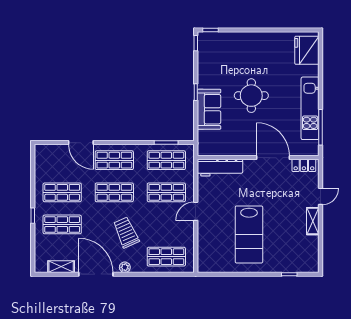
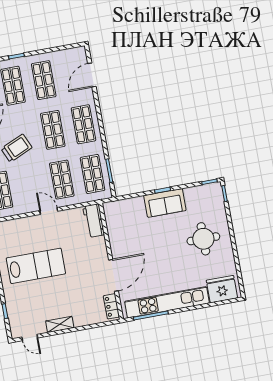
round table: (251, 96) -> (203, 239), moved
kitchen unit: (310, 108) -> (167, 302), width x1.36
sofa: (209, 109) -> (165, 203), moved
door: (81, 143) -> (92, 75), moved
workbench: (220, 168) -> (94, 221), width x0.73
door: (321, 196) -> (30, 338), moved
lab bench: (249, 234) -> (36, 266), turned 180

